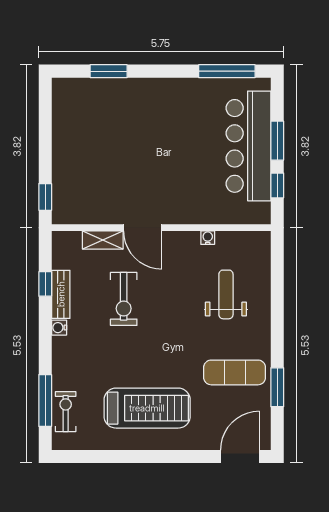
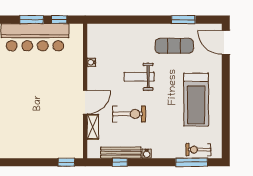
bench: (61, 294) -> (121, 153), width x1.36
weight bench: (226, 294) -> (139, 77), moved
exercise mat: (235, 372) -> (174, 46), turned 90
treadmill: (147, 408) -> (196, 100), turned 180

